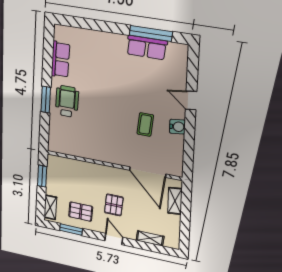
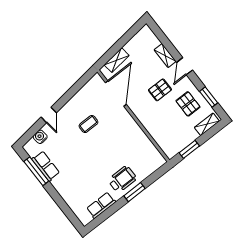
wheelchair: (67, 102) -> (122, 179), turned 180
water cooler: (177, 127) -> (40, 137), moved
shelving: (150, 238) -> (165, 56), moved

